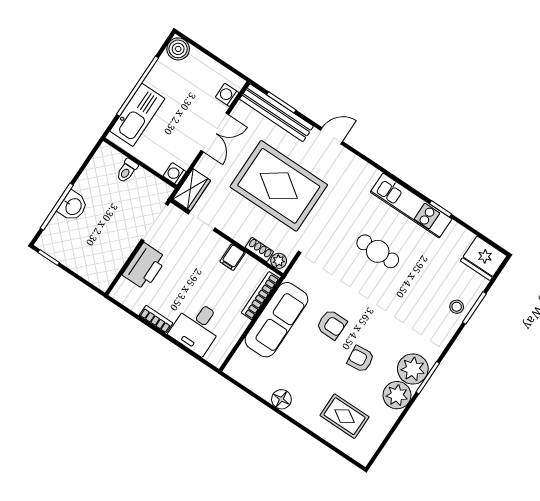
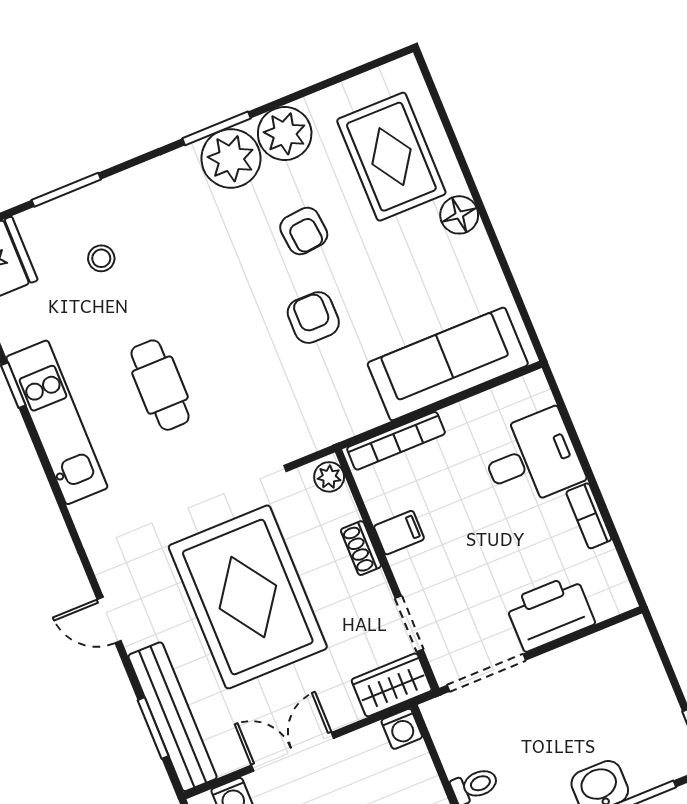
shoe rack: (259, 250) -> (361, 548), moved
stool: (457, 307) -> (101, 258), moved
sofa: (276, 320) -> (448, 364), moved
floor lamp: (281, 399) -> (459, 215), moved
rug: (345, 416) -> (391, 157), width x1.36, depth x1.43

